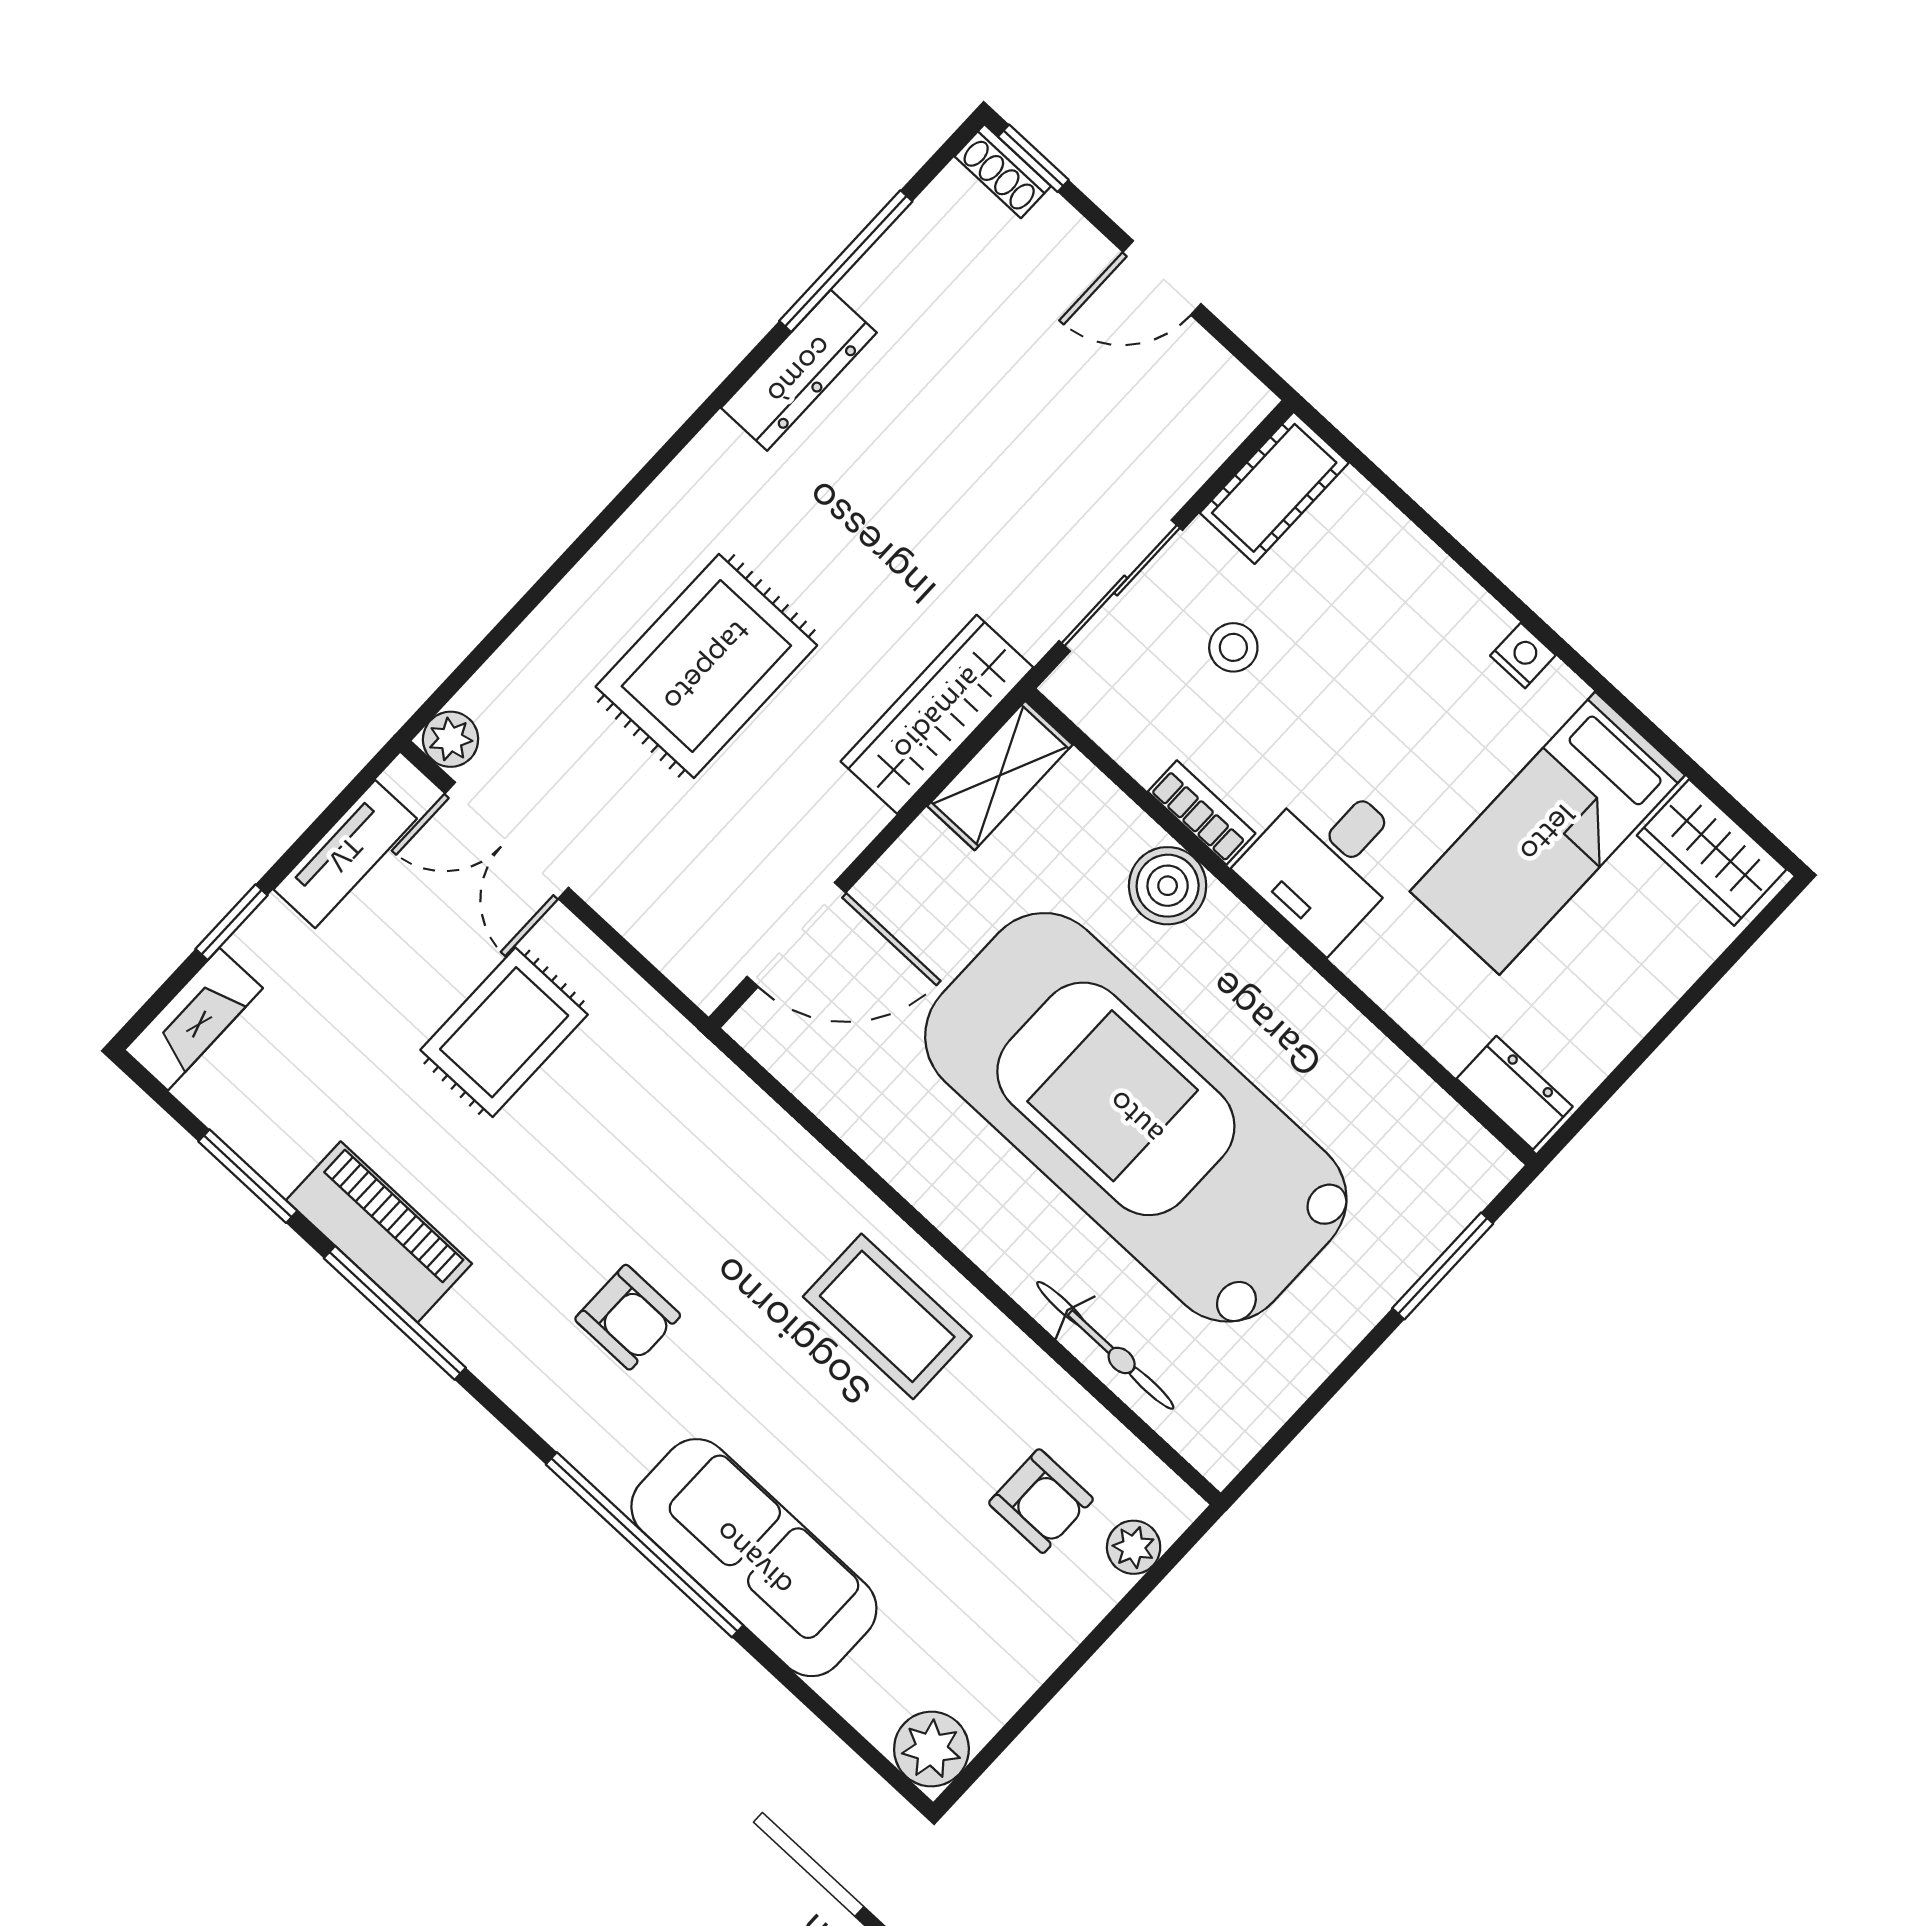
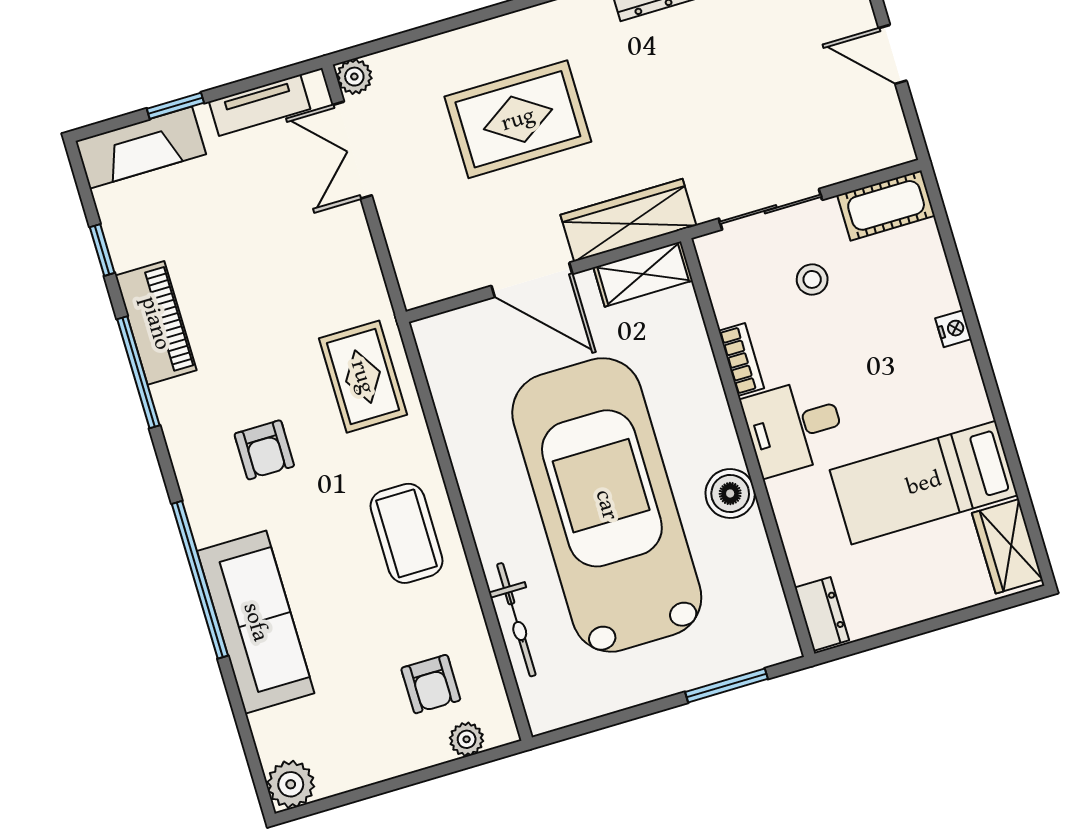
nightstand: (1523, 655) -> (953, 329), moved
boiler: (1168, 886) -> (730, 494), moved
door: (796, 935) -> (532, 280), moved
fireplace: (194, 1019) -> (141, 148), width x1.37, depth x1.32
rug: (504, 1032) -> (363, 377), moved, turned 90
window: (248, 1176) -> (102, 250), width x0.67

